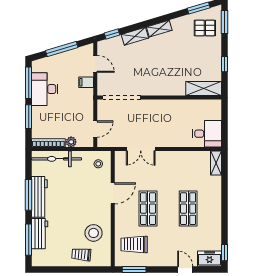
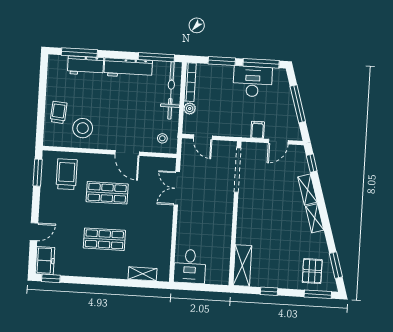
shelving: (216, 163) -> (142, 274), moved
window: (29, 195) -> (156, 57), moved

